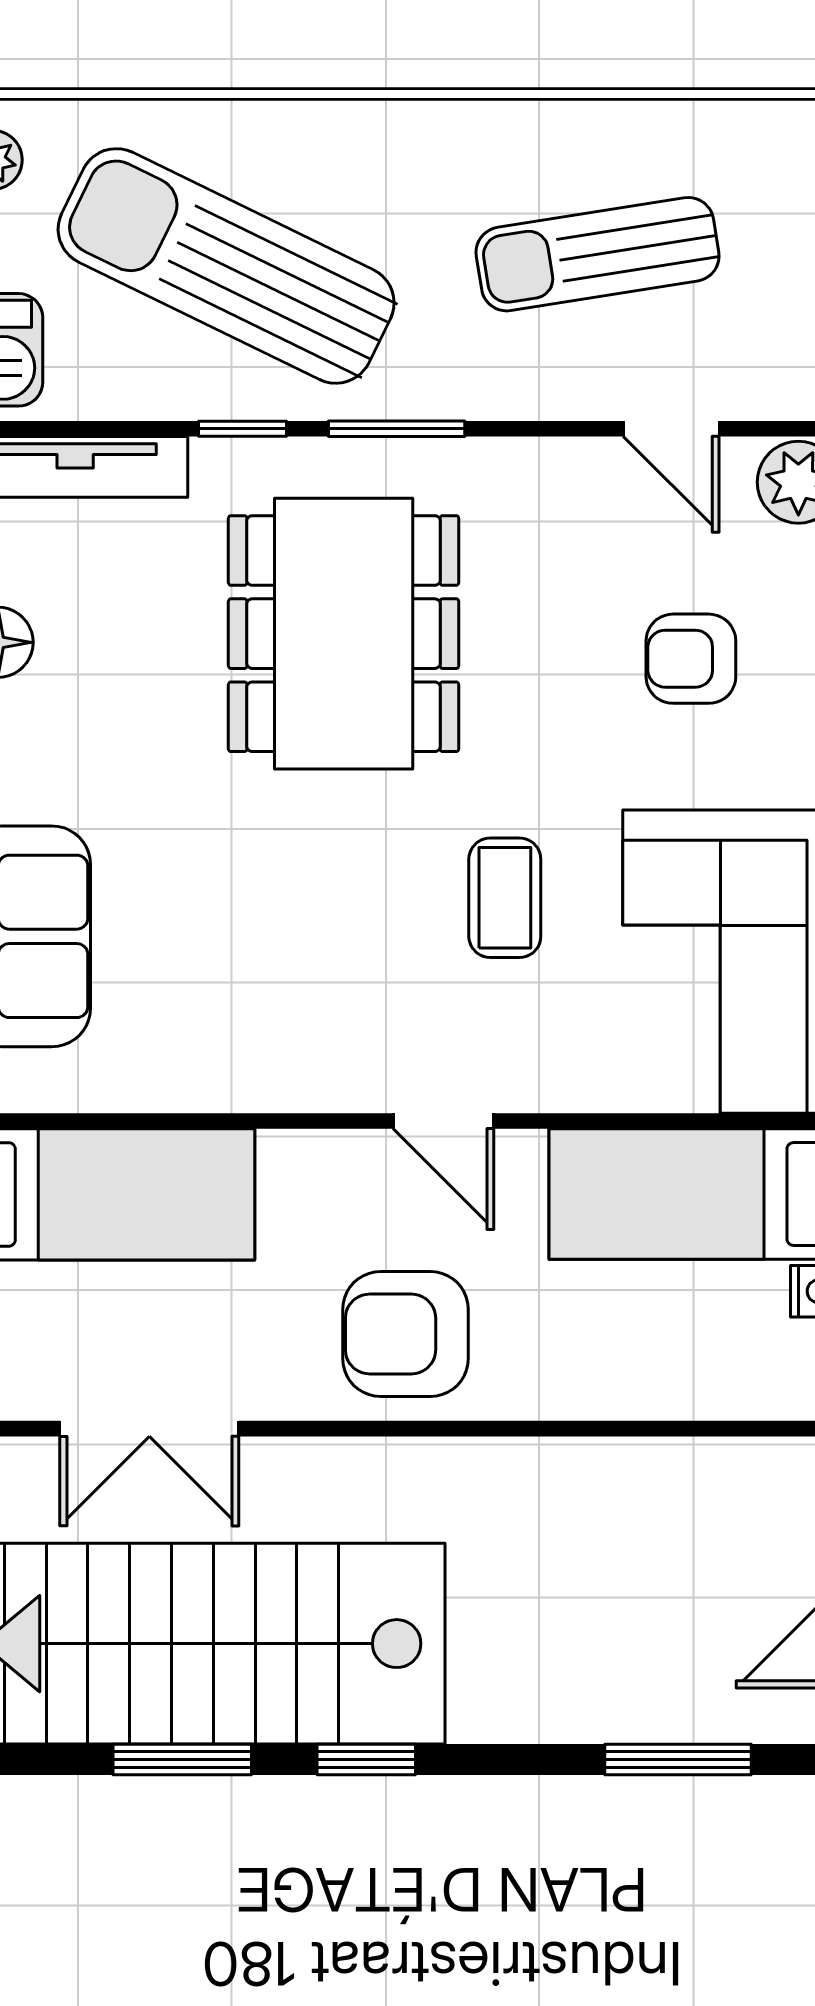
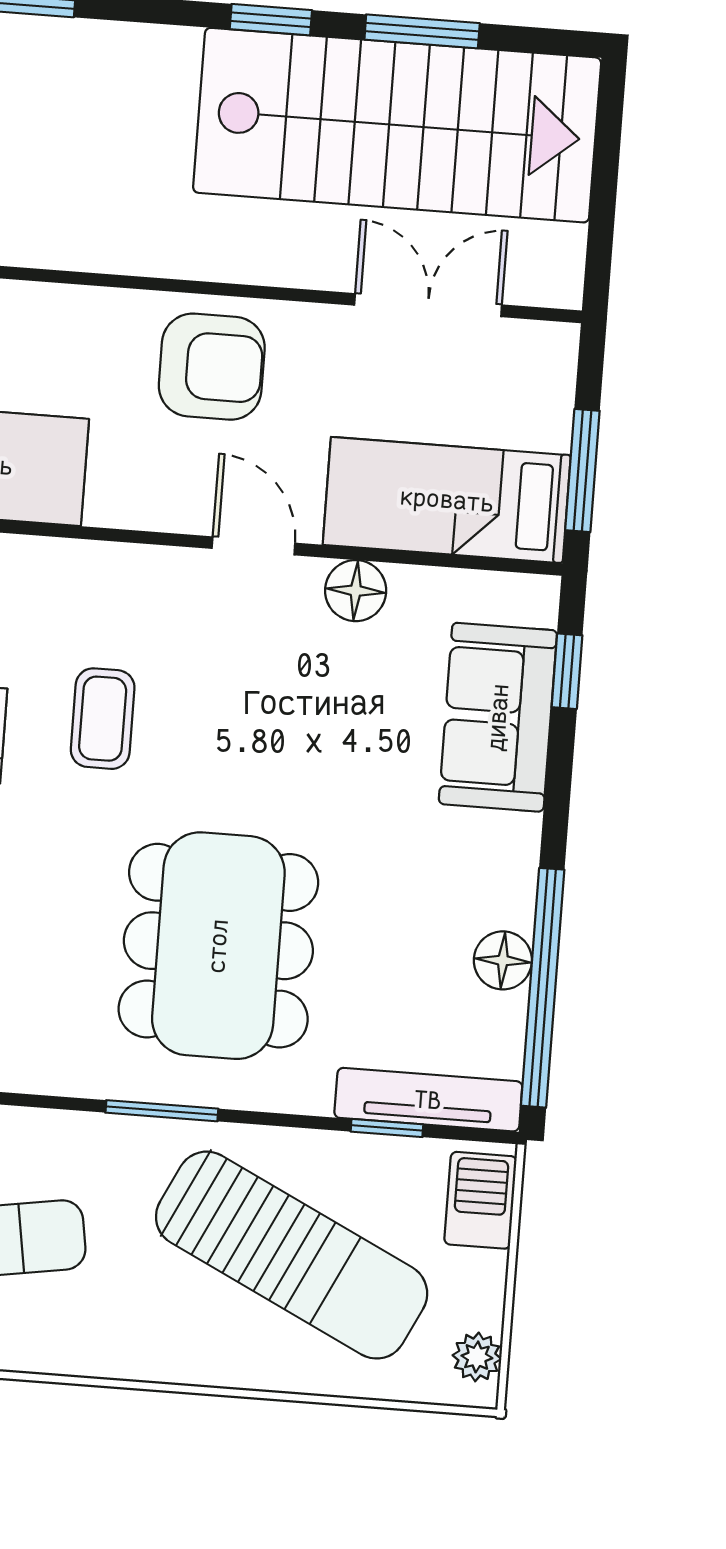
window: (243, 429) -> (387, 1128), moved
floor lamp: (210, 1076) -> (356, 591), added
door: (443, 1121) -> (253, 546), moved

